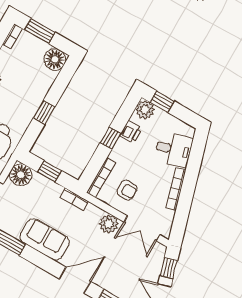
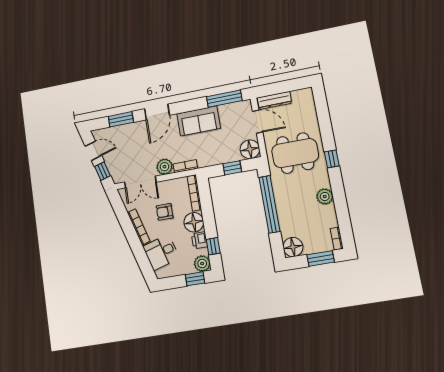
window: (44, 112) -> (269, 204), width x3.17
window: (110, 138) -> (213, 246), moved
floor lamp: (123, 152) -> (194, 222), added
armchair: (127, 190) -> (165, 212), moved
bookcase: (74, 199) -> (185, 166), moved
double door: (142, 228) -> (140, 182), swing flipped

